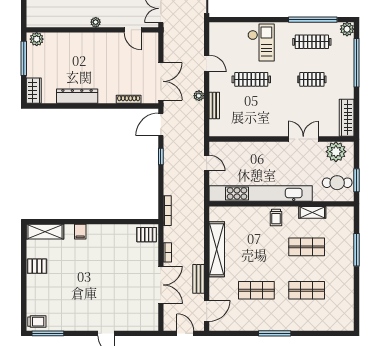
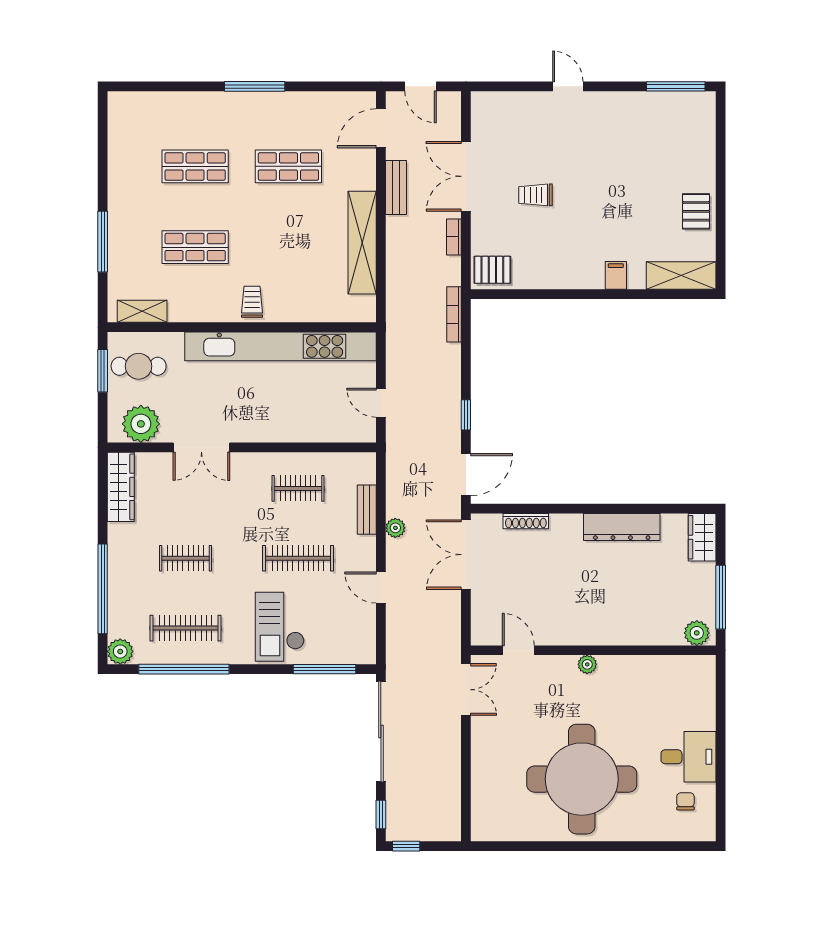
window: (237, 20) -> (324, 669), added
clothes rail: (251, 117) -> (298, 488), added
shelving: (312, 212) -> (142, 311), moved
pallet: (37, 266) -> (696, 211), turned 90
trolley: (37, 322) -> (535, 195), moved

